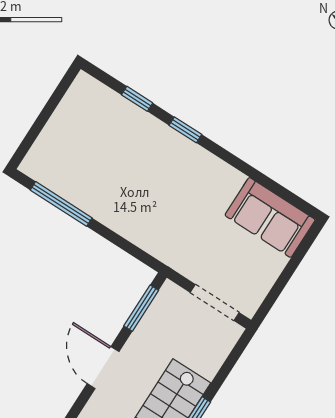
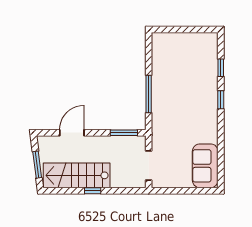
window: (61, 204) -> (149, 94), moved
door: (103, 368) -> (72, 133), moved

